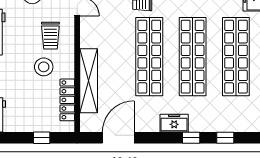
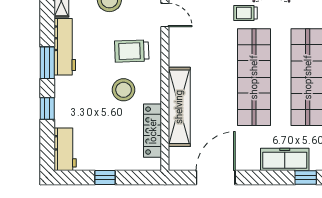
trolley: (50, 36) -> (132, 51), turned 88
freezer: (174, 123) -> (285, 159), width x1.40
window: (42, 138) -> (105, 177), moved

